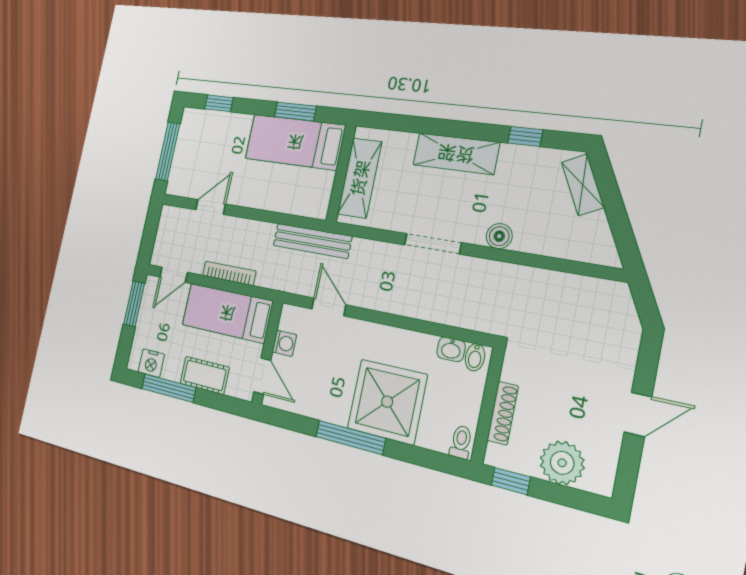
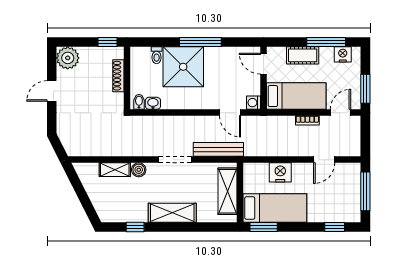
window: (295, 111) -> (264, 227), moved
shelving: (583, 185) -> (115, 170), moved, turned -63
nightstand: (275, 197) -> (280, 172), added
bench: (312, 241) -> (218, 149), moved
bookcase: (229, 273) -> (307, 120), width x0.64
washing machine: (284, 343) -> (254, 103), moved
toilet: (461, 442) -> (157, 55), moved
plant: (562, 463) -> (68, 58), moved

